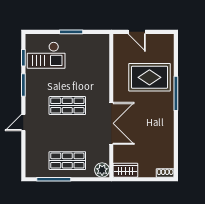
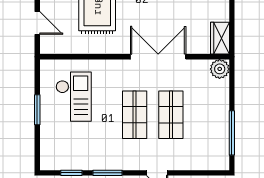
door: (137, 32) -> (37, 23), hinge flipped
checkout: (46, 55) -> (74, 97), moved
shop shelf: (67, 161) -> (171, 115), moved

